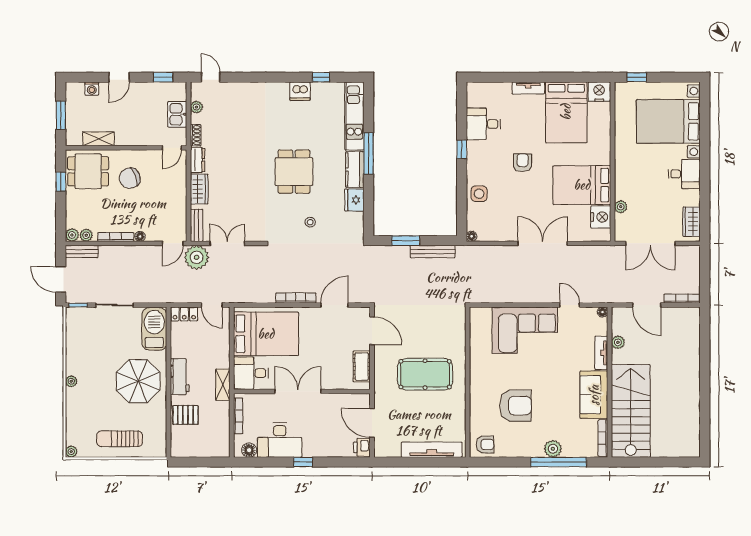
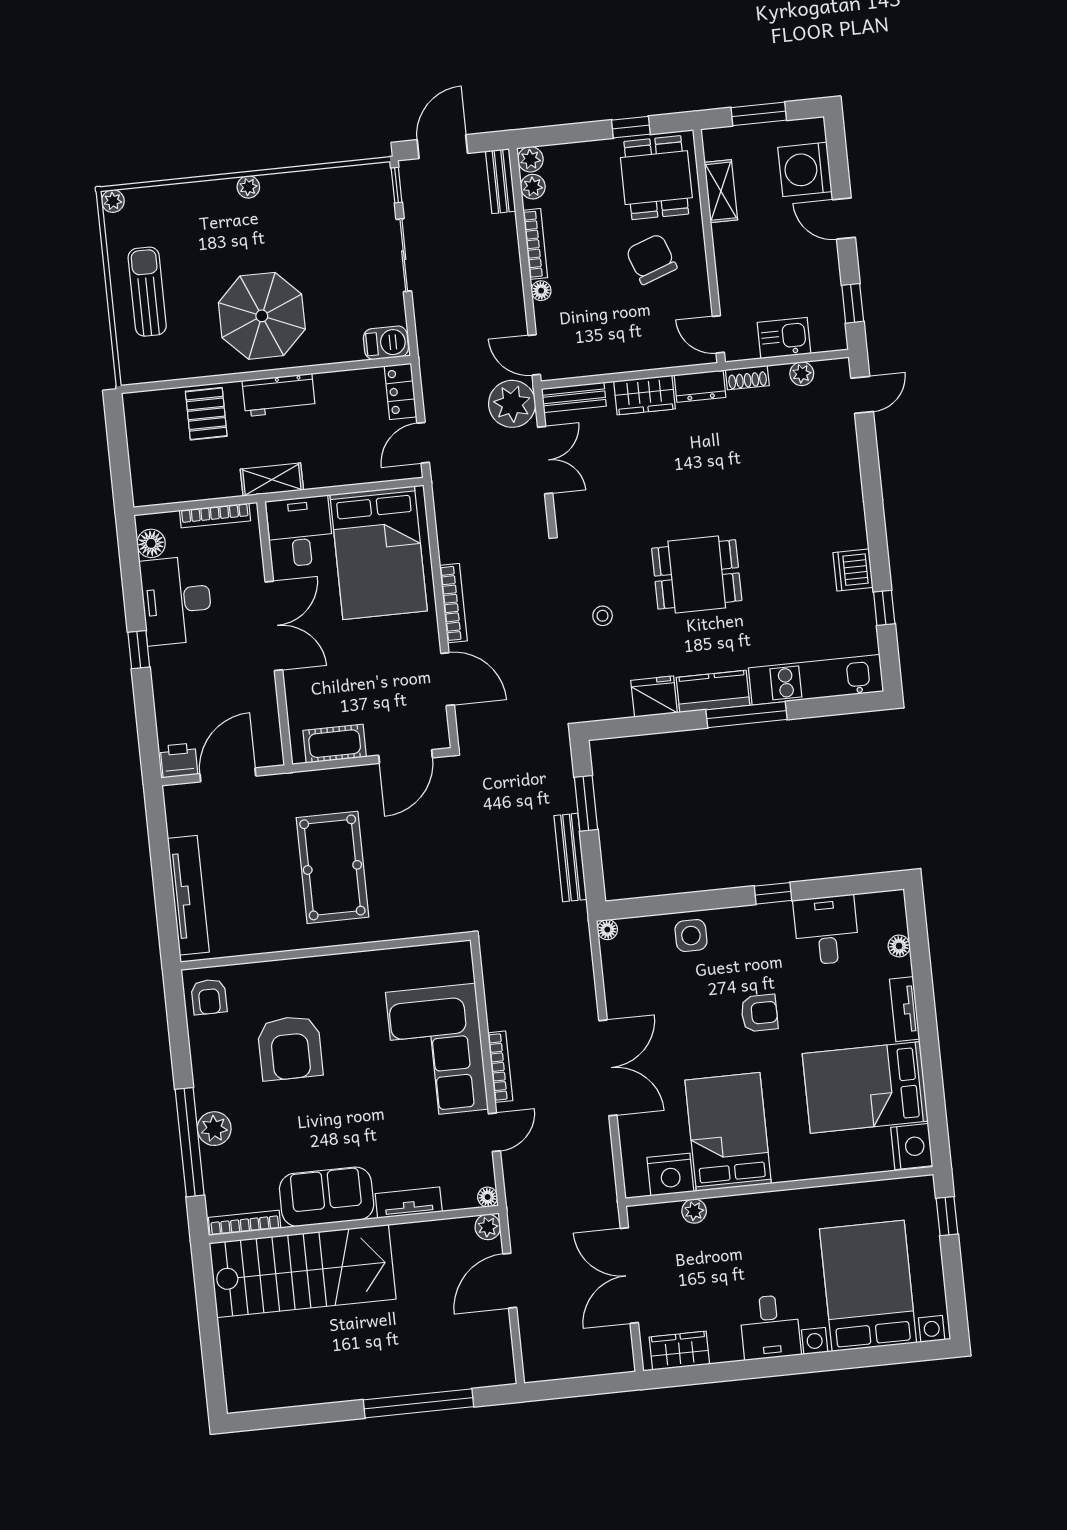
floor lamp: (495, 87) -> (899, 946), added
washing machine: (92, 89) -> (805, 169), width x1.89, depth x1.89
bookcase: (682, 299) -> (500, 1067), moved
barbecue: (154, 329) -> (386, 343), width x0.53, depth x0.65
plant: (618, 342) -> (488, 1227), moved
window: (705, 358) -> (418, 1403), added

